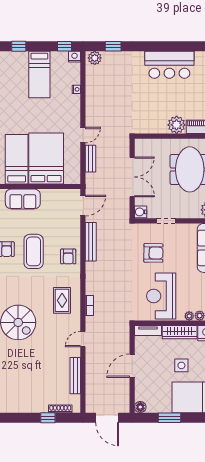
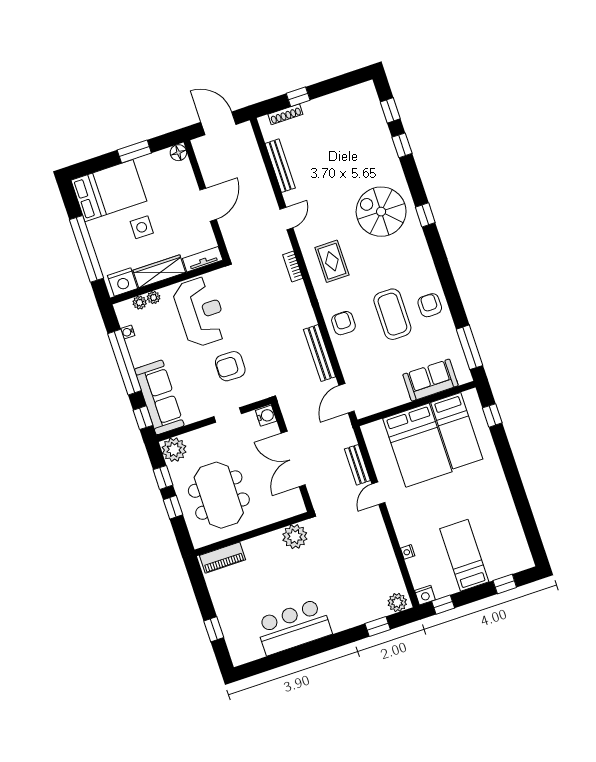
plant: (177, 125) -> (295, 537), moved

